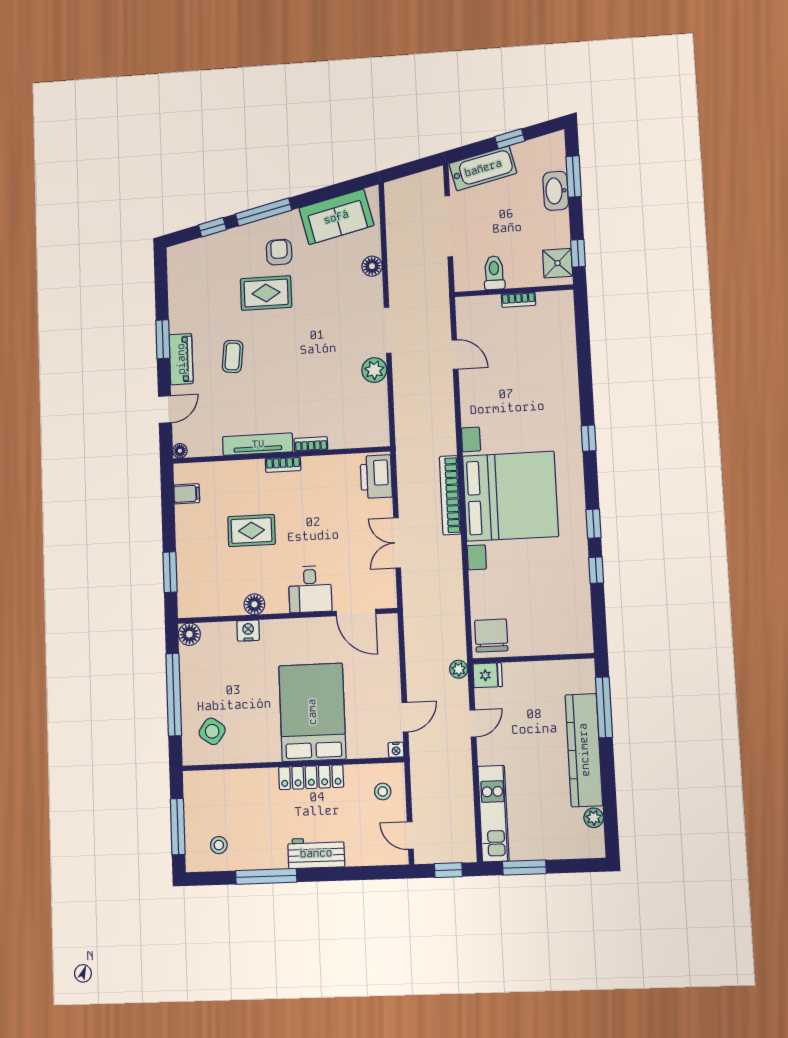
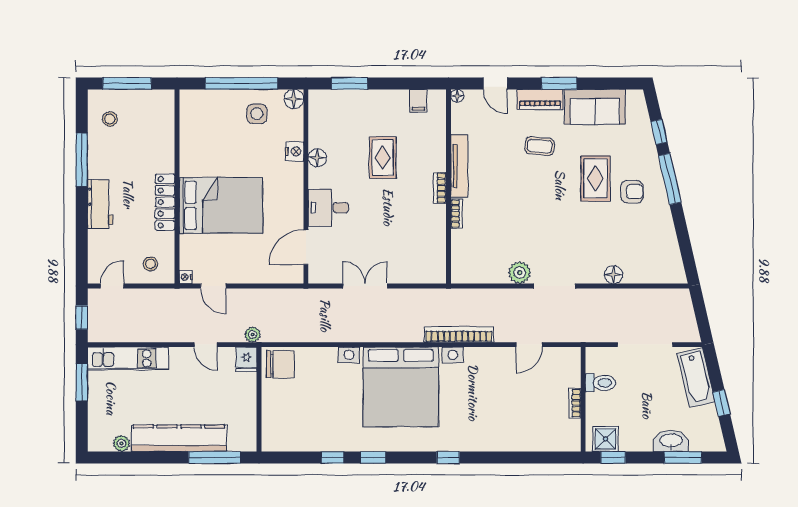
sofa: (336, 217) -> (595, 107), moved, turned -77
printer: (376, 477) -> (424, 270), removed
bookcase: (450, 495) -> (459, 334), moved
side table: (212, 731) -> (257, 114), moved, turned -35

